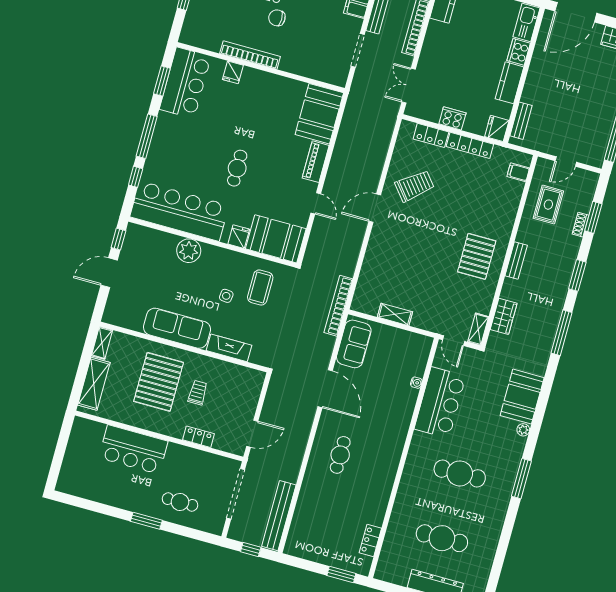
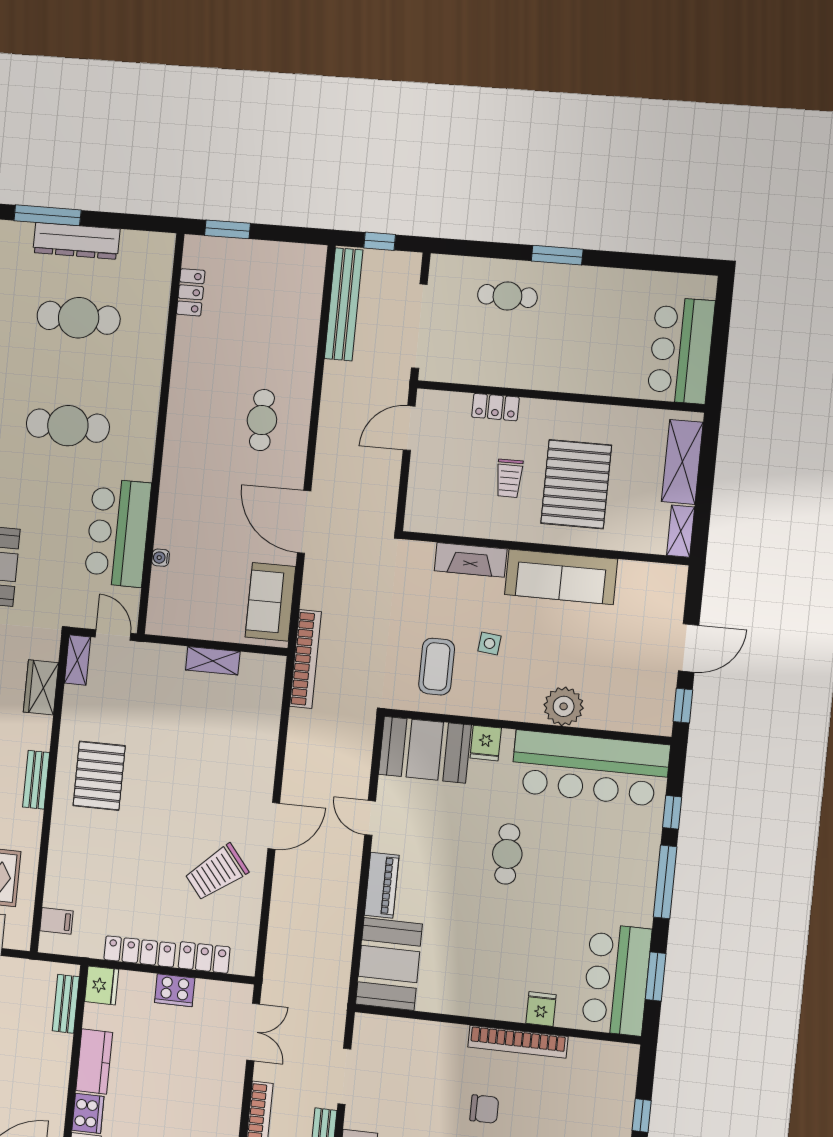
bar counter: (133, 450) -> (681, 350), moved, turned -90

